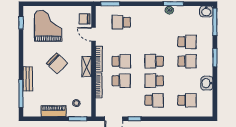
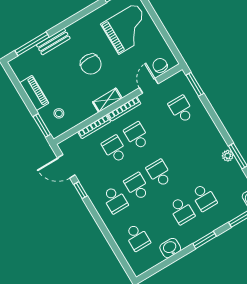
school desk: (121, 61) -> (137, 136), turned 180
chair: (57, 63) -> (91, 64), turned -44
school desk: (121, 81) -> (115, 149), turned 180

